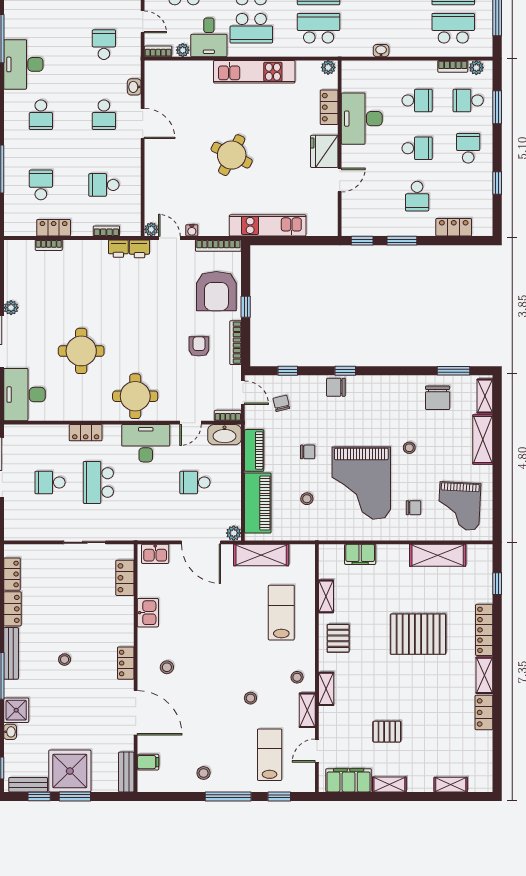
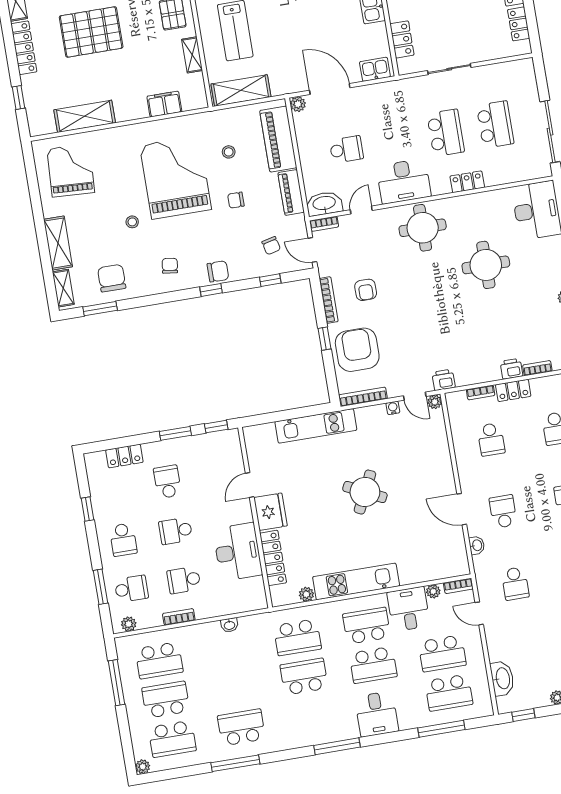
bookcase: (453, 66) -> (179, 617), moved
plant: (328, 67) -> (306, 594), moved
locker: (329, 107) -> (273, 558), width x1.53
school desk: (104, 185) -> (491, 439), turned 90
locker: (54, 228) -> (513, 390), moved
printer: (118, 249) -> (511, 369), moved
school desk: (50, 482) -> (495, 124), width x1.85
chair: (413, 508) -> (170, 266), moved, turned 98
shelving: (261, 555) -> (241, 90), moved

